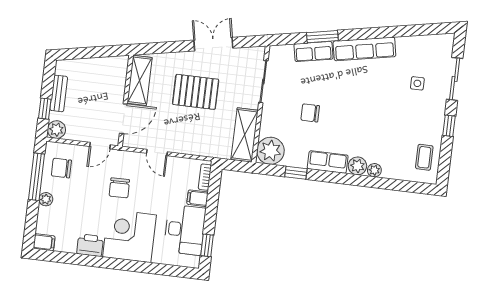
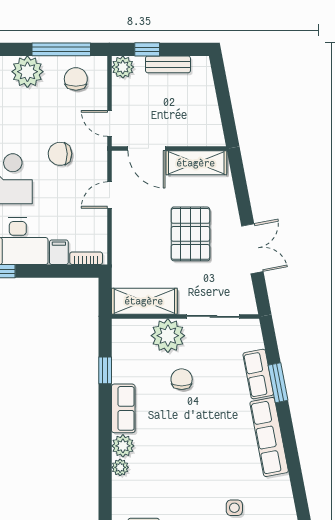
plant: (270, 151) -> (168, 336), moved
plant: (46, 199) -> (27, 72), width x1.88, depth x1.88

